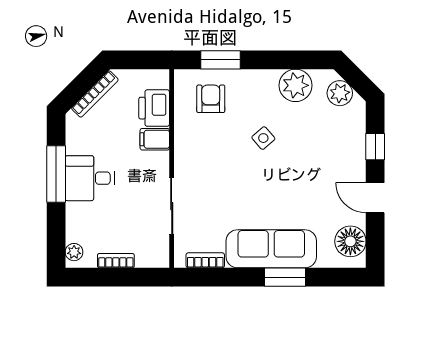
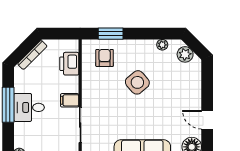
plant: (296, 85) -> (162, 45), width x0.53, depth x0.53
side table: (263, 138) -> (137, 82), width x1.87, depth x1.87
filing cabinet: (155, 139) -> (70, 100), moved
window: (375, 147) -> (207, 88), removed

